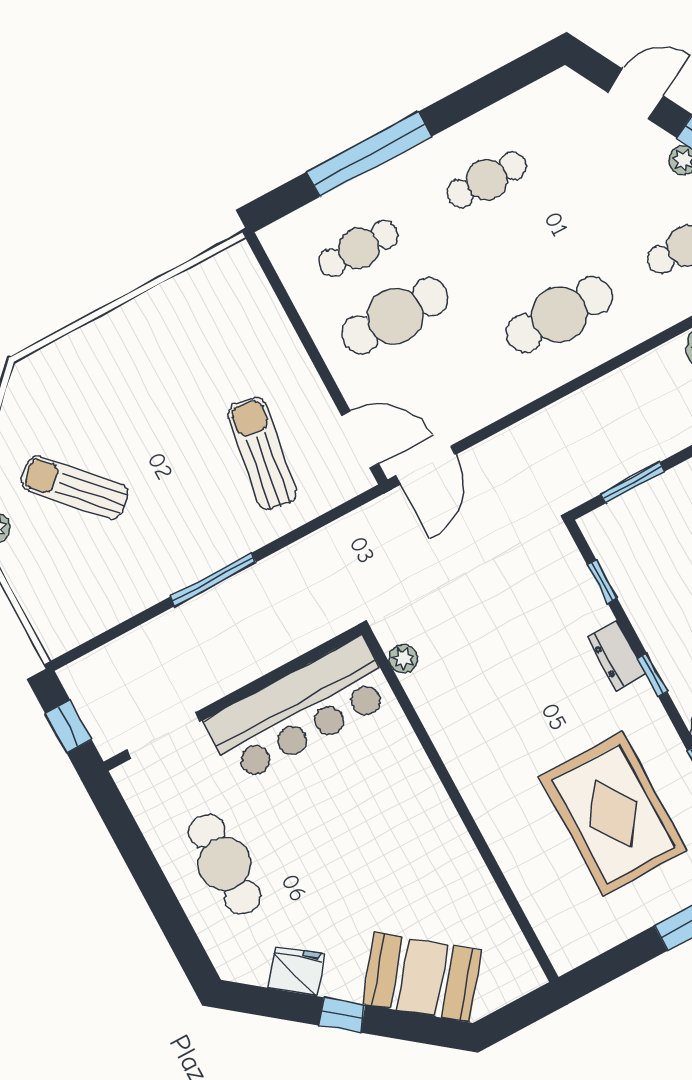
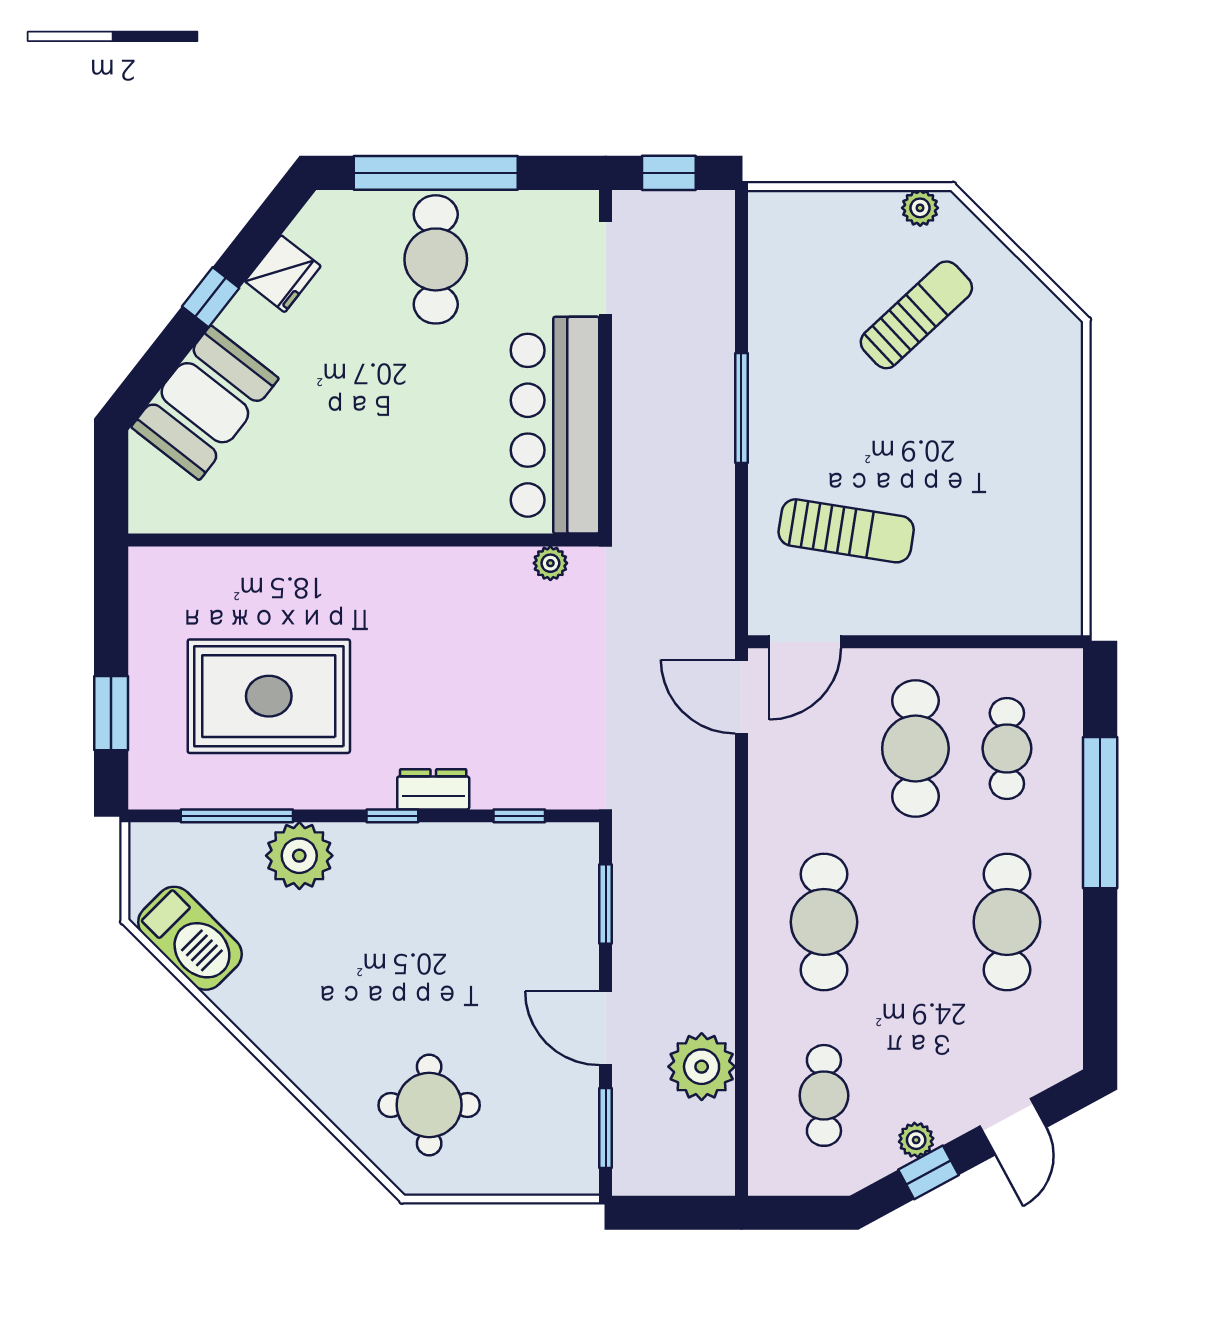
cafe table: (487, 180) -> (1007, 922), width x1.37, depth x1.35
cafe table: (225, 864) -> (436, 259), turned 90
window: (161, 898) -> (436, 173), added

